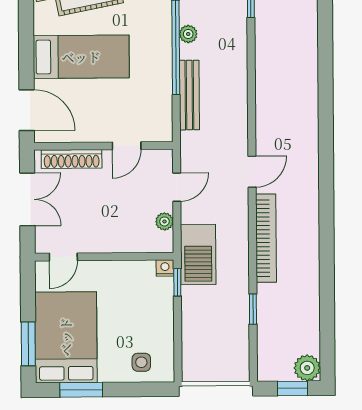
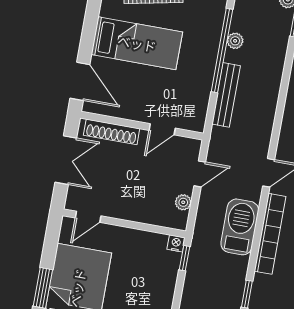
barbecue: (198, 255) -> (240, 227), moved, turned 180

